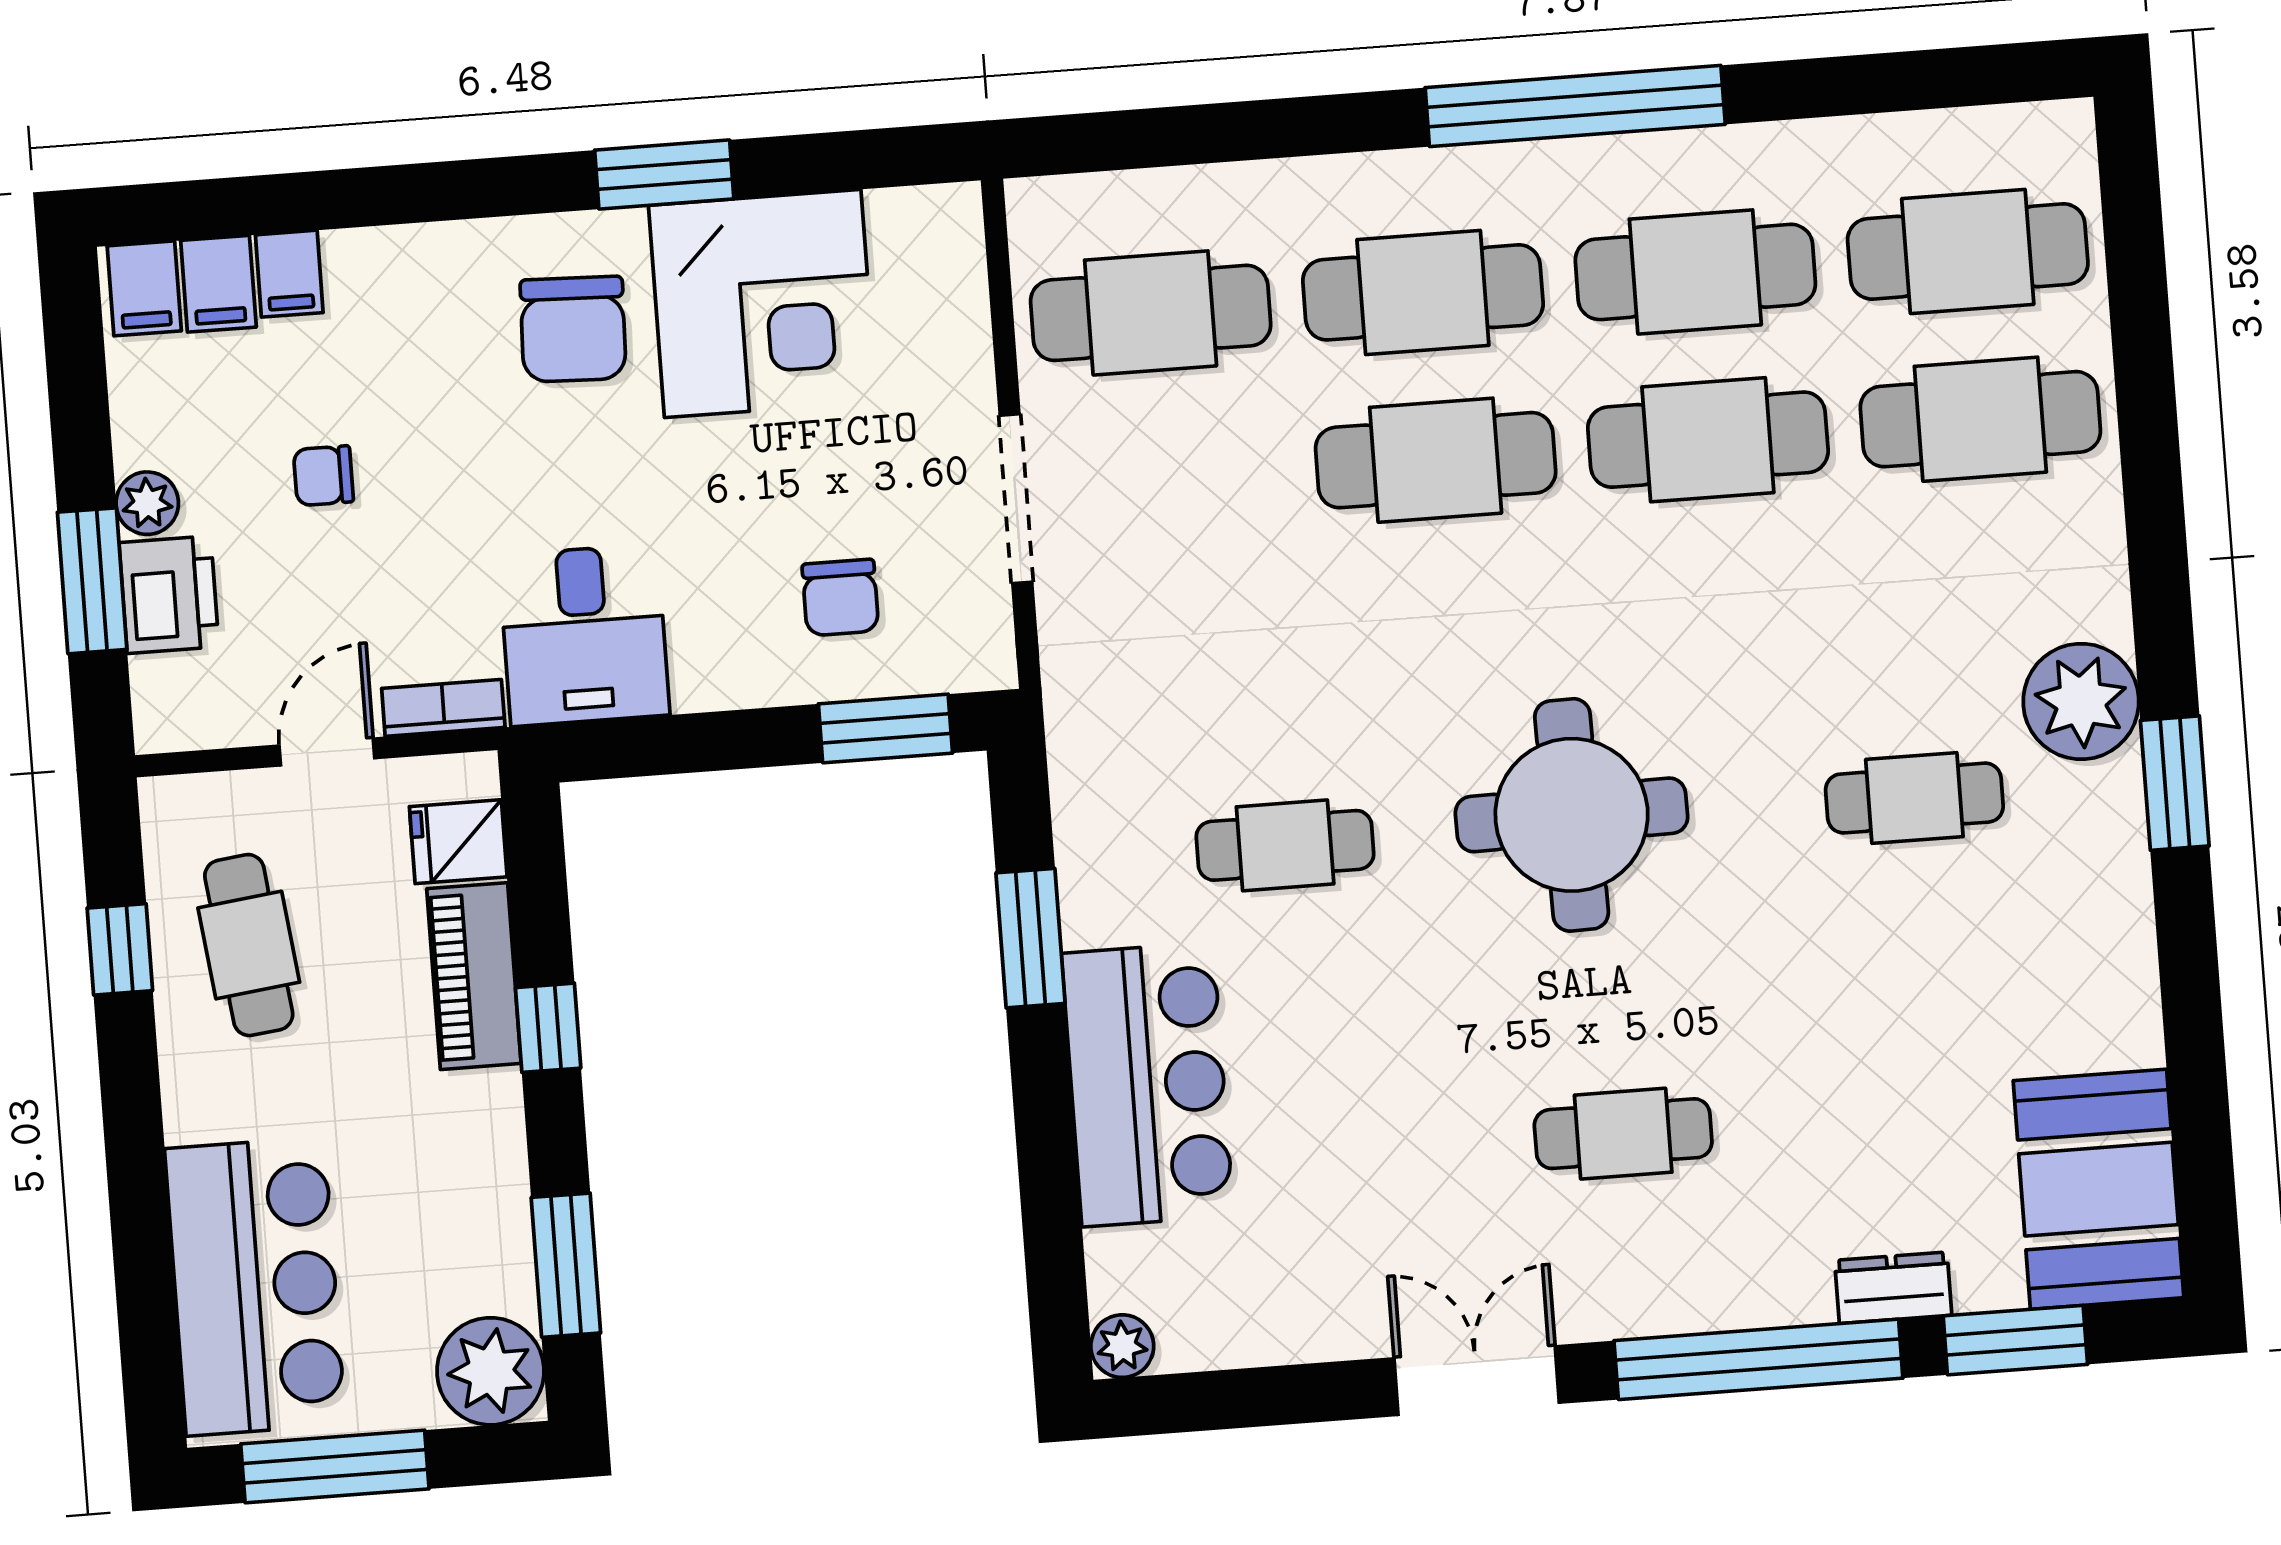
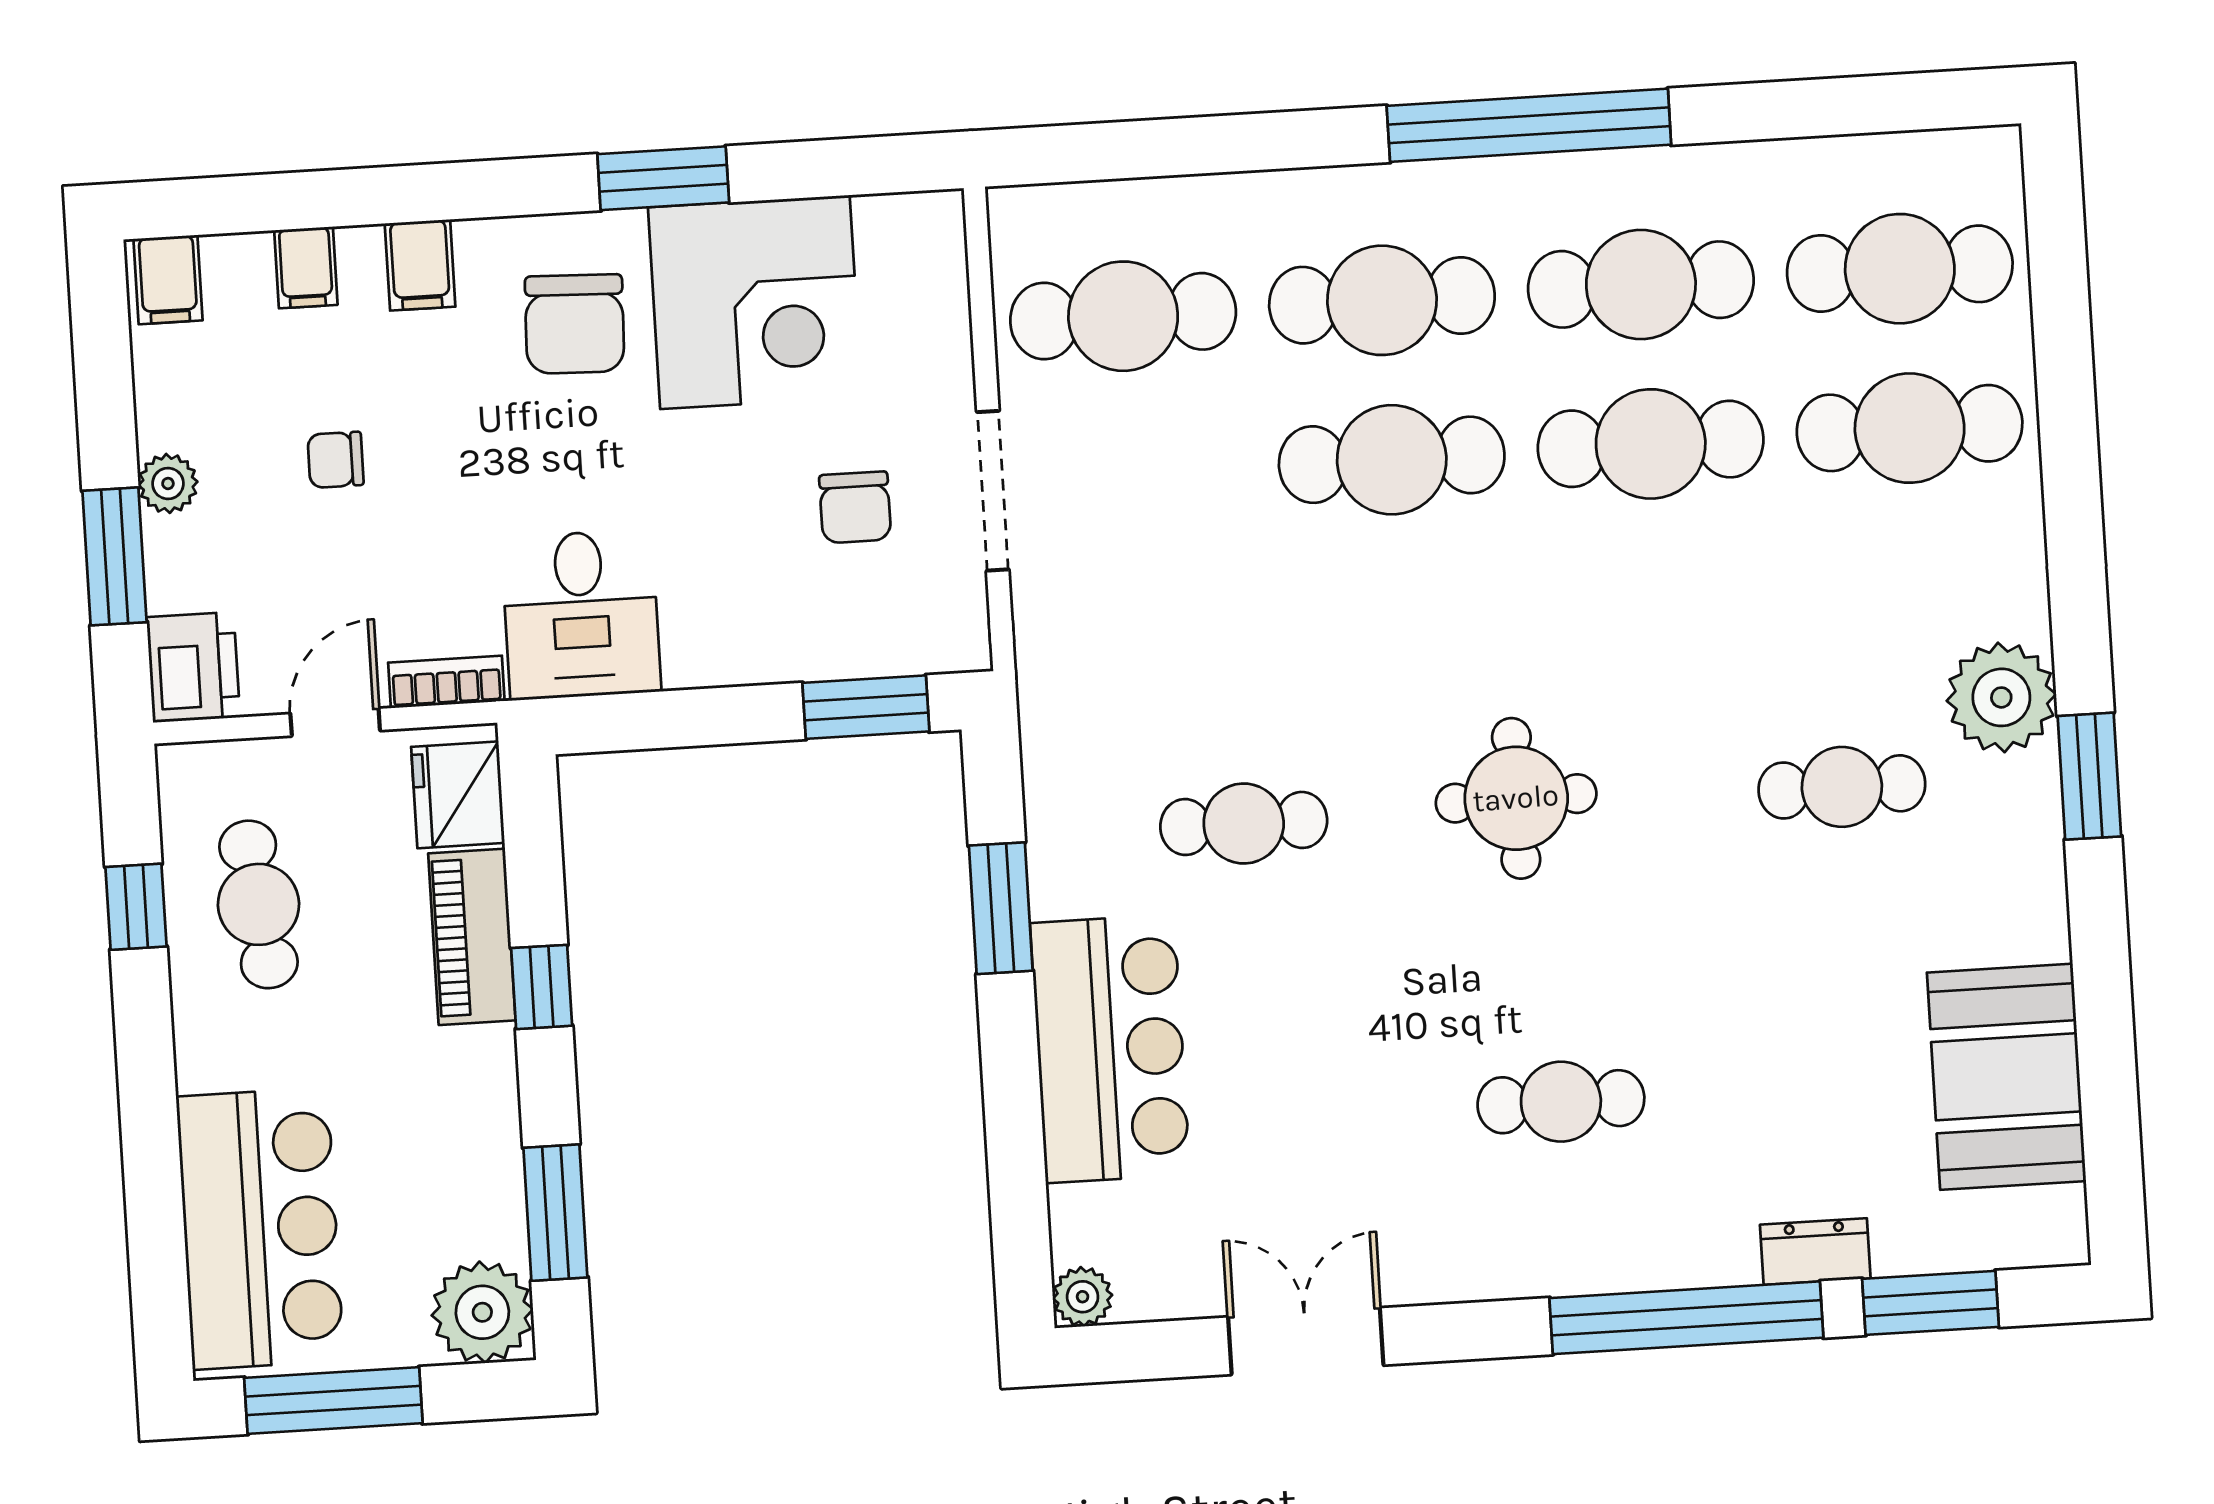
filing cabinet: (218, 284) -> (420, 265), moved
printer: (169, 595) -> (193, 667), moved
chair: (840, 597) -> (855, 507), moved
round table: (1572, 815) -> (1516, 798), width x0.73, depth x0.73
fridge: (458, 842) -> (458, 795), width x1.38
booth: (2099, 1189) -> (2006, 1077), moved
double door: (1477, 1381) -> (1306, 1341), moved

